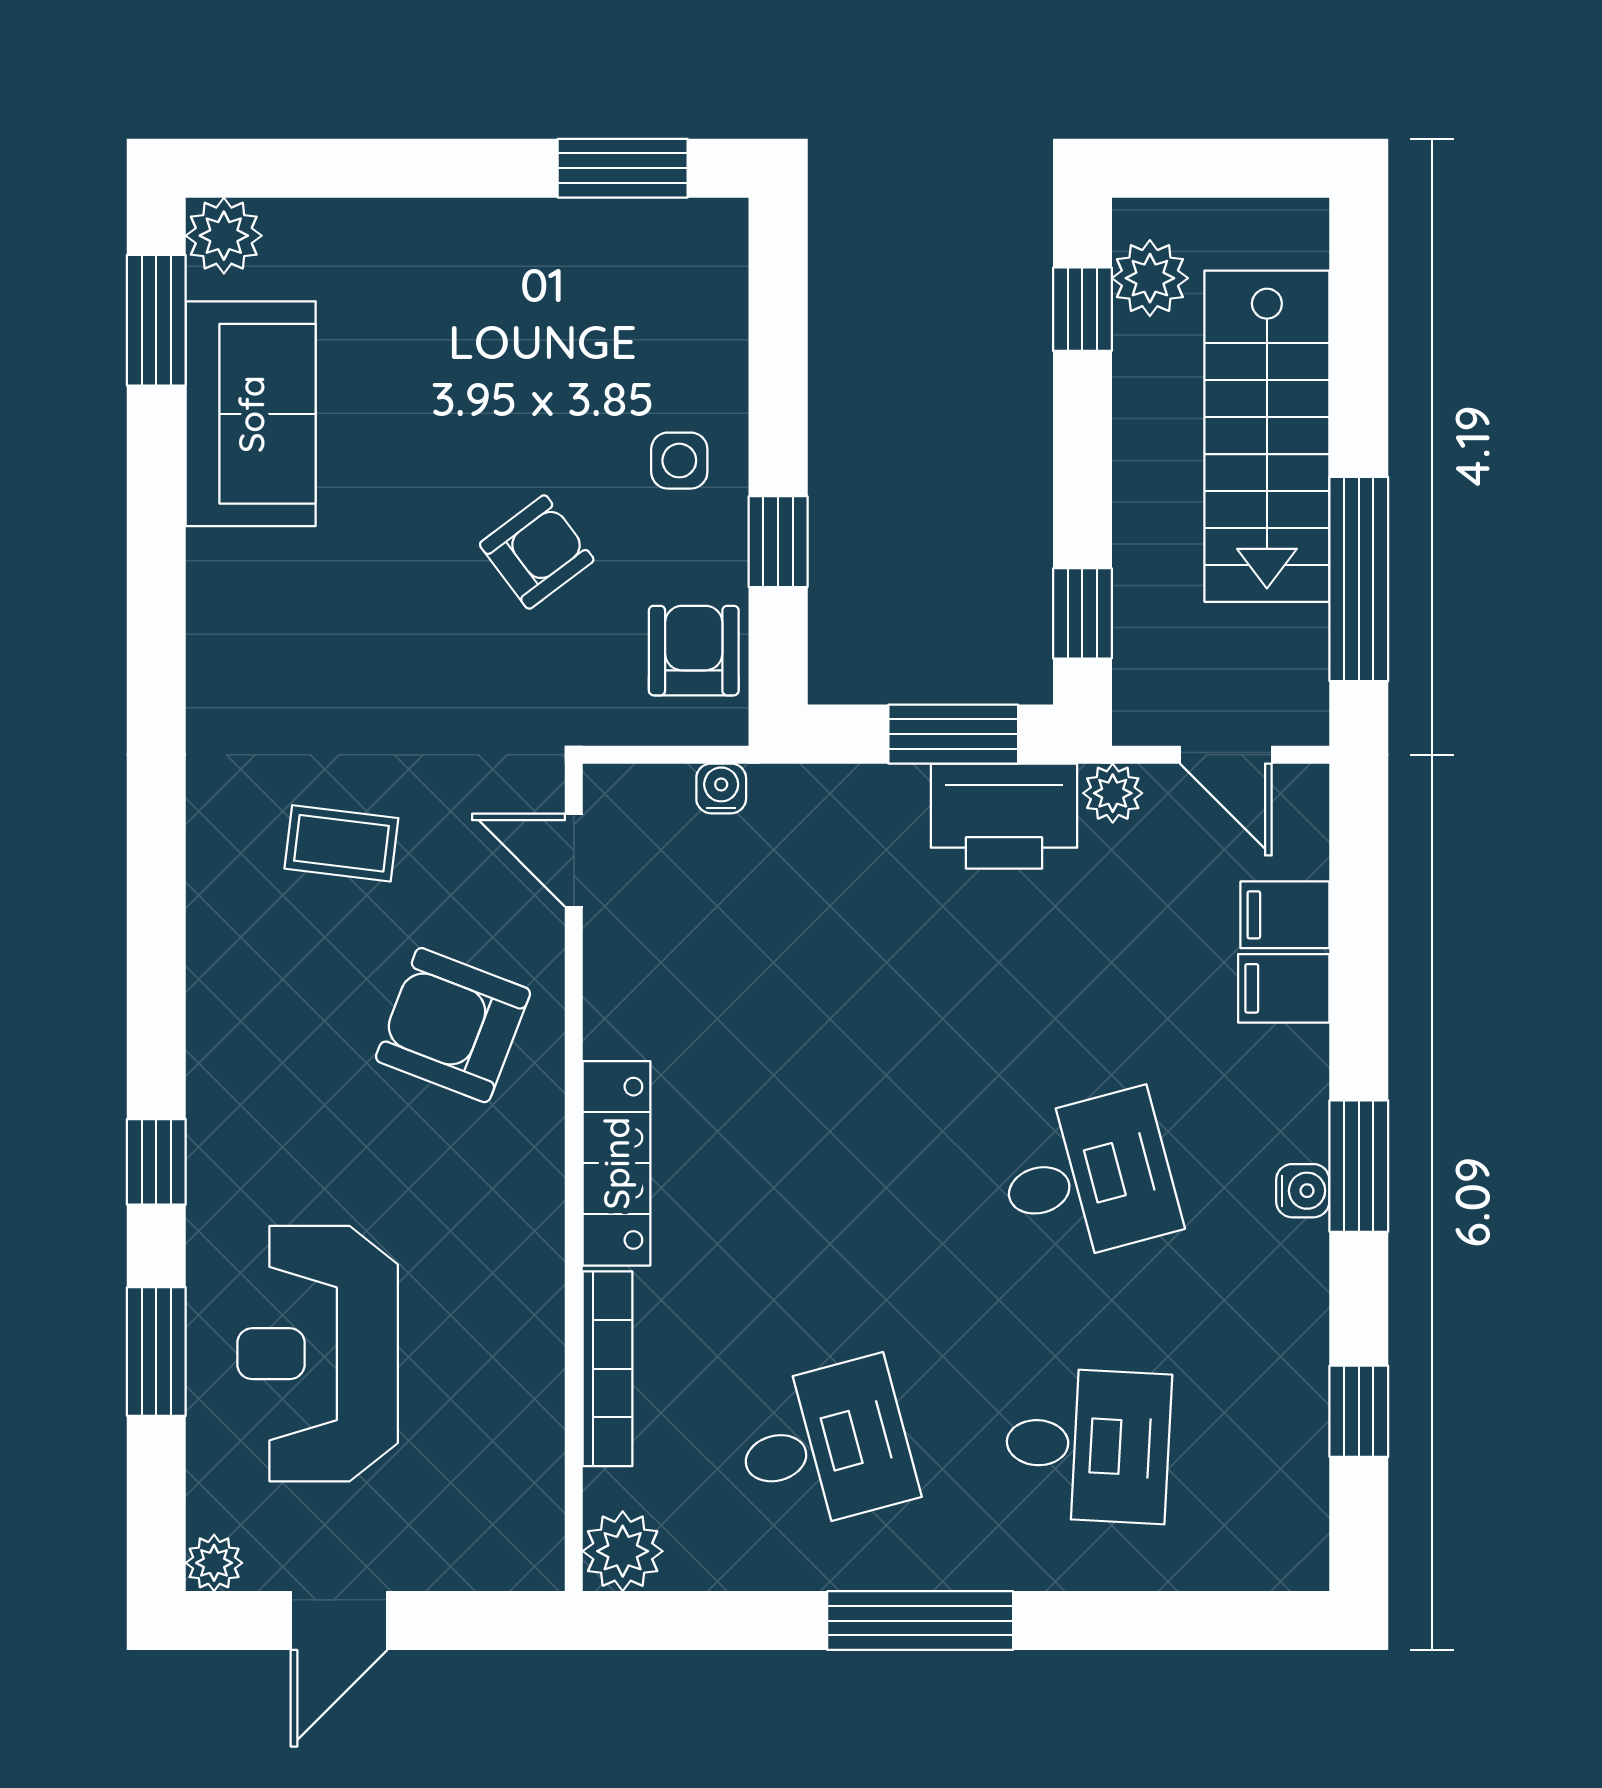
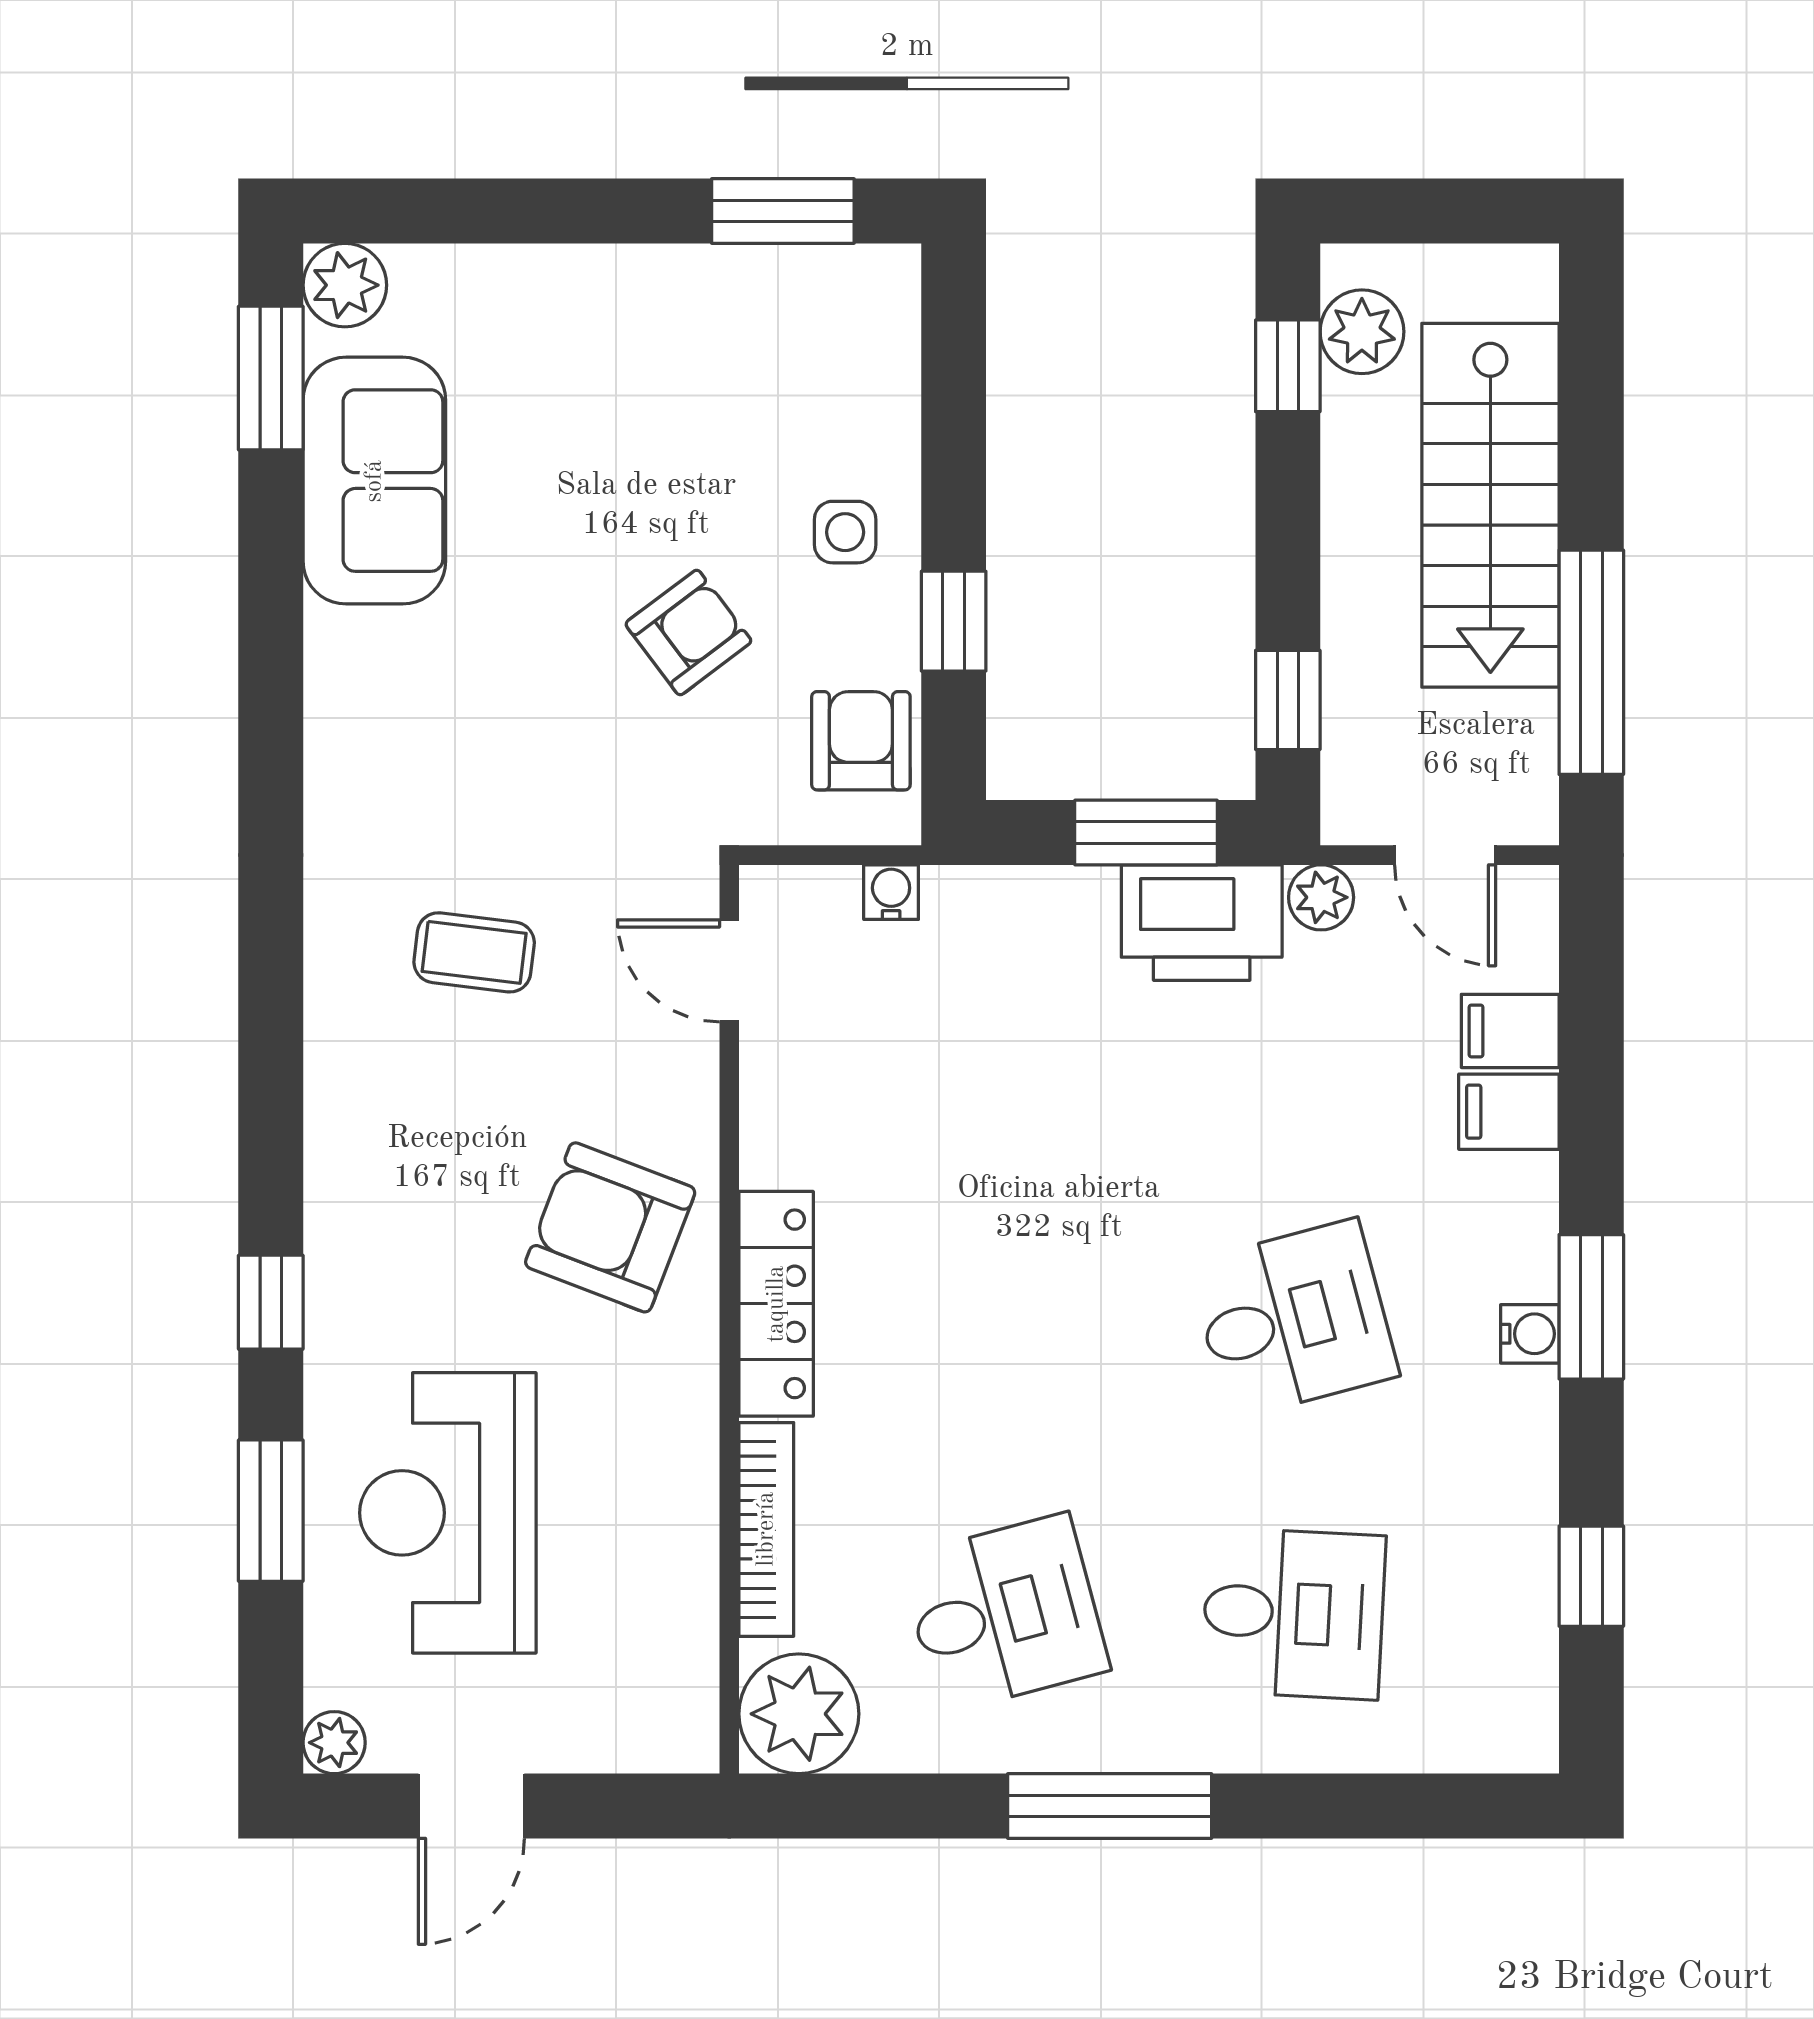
armchair: (453, 1025) -> (610, 1227), moved
plant: (623, 1551) -> (799, 1714), width x1.36, depth x1.36

